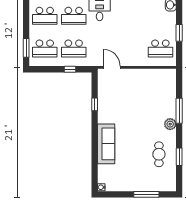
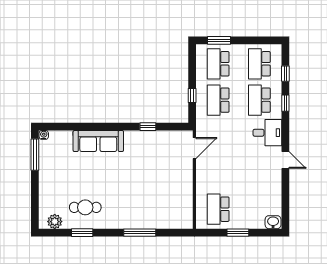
plant: (170, 124) -> (55, 222), moved
window: (146, 194) -> (35, 155), moved

